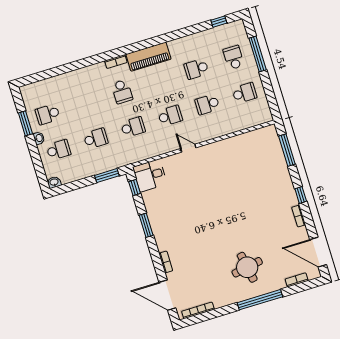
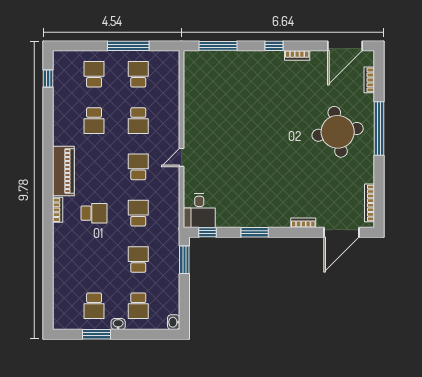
window: (258, 54) -> (128, 46), moved
school desk: (234, 57) -> (94, 74), turned 90
school desk: (59, 150) -> (138, 306), turned 180
round table: (247, 267) -> (338, 132), width x1.36, depth x1.36

